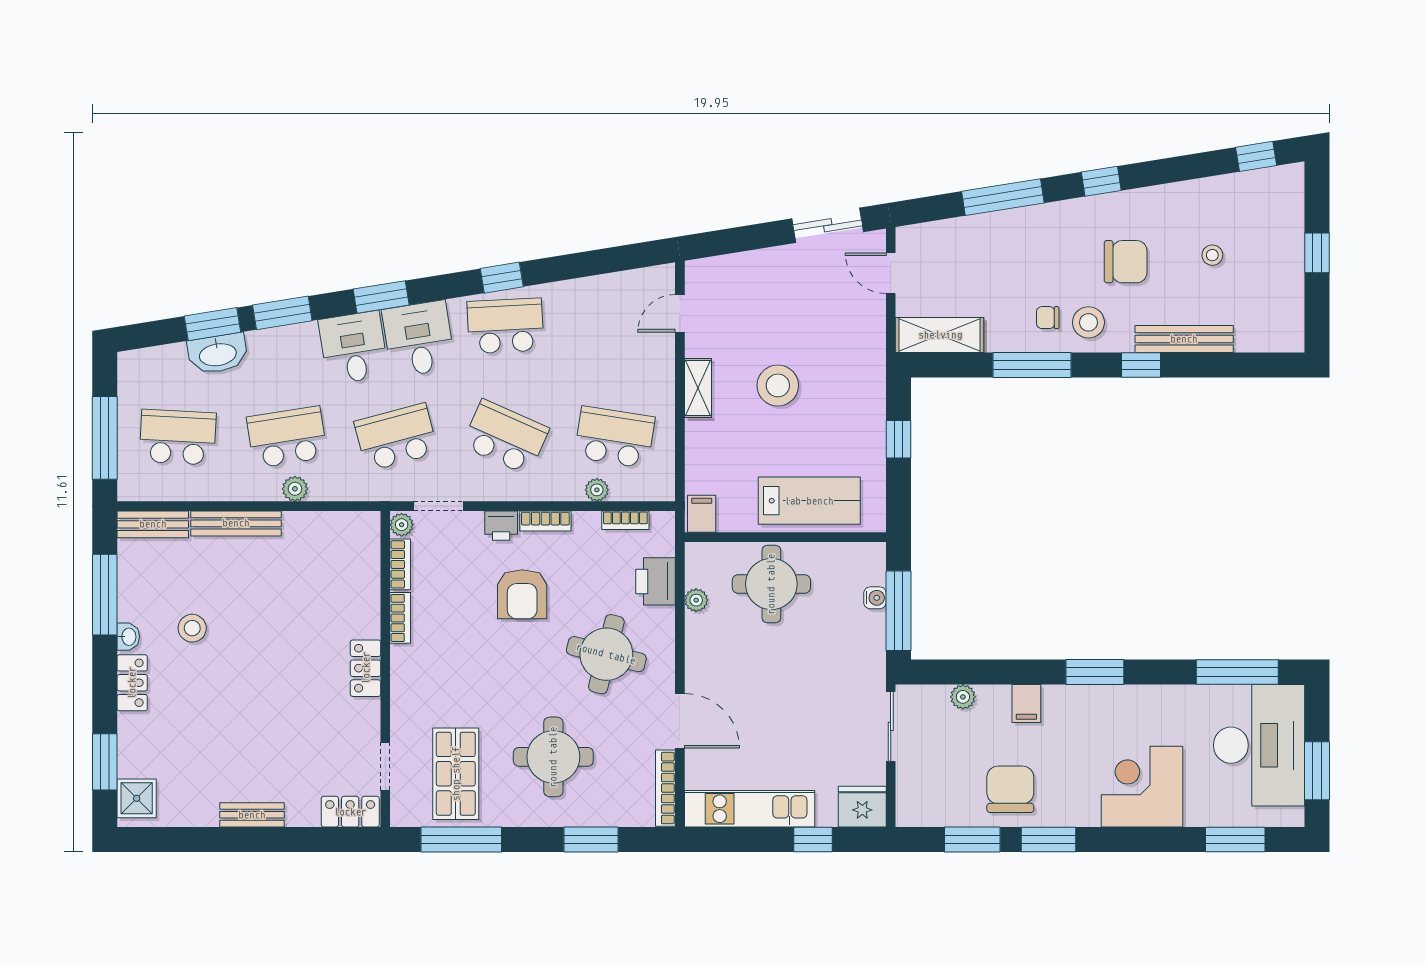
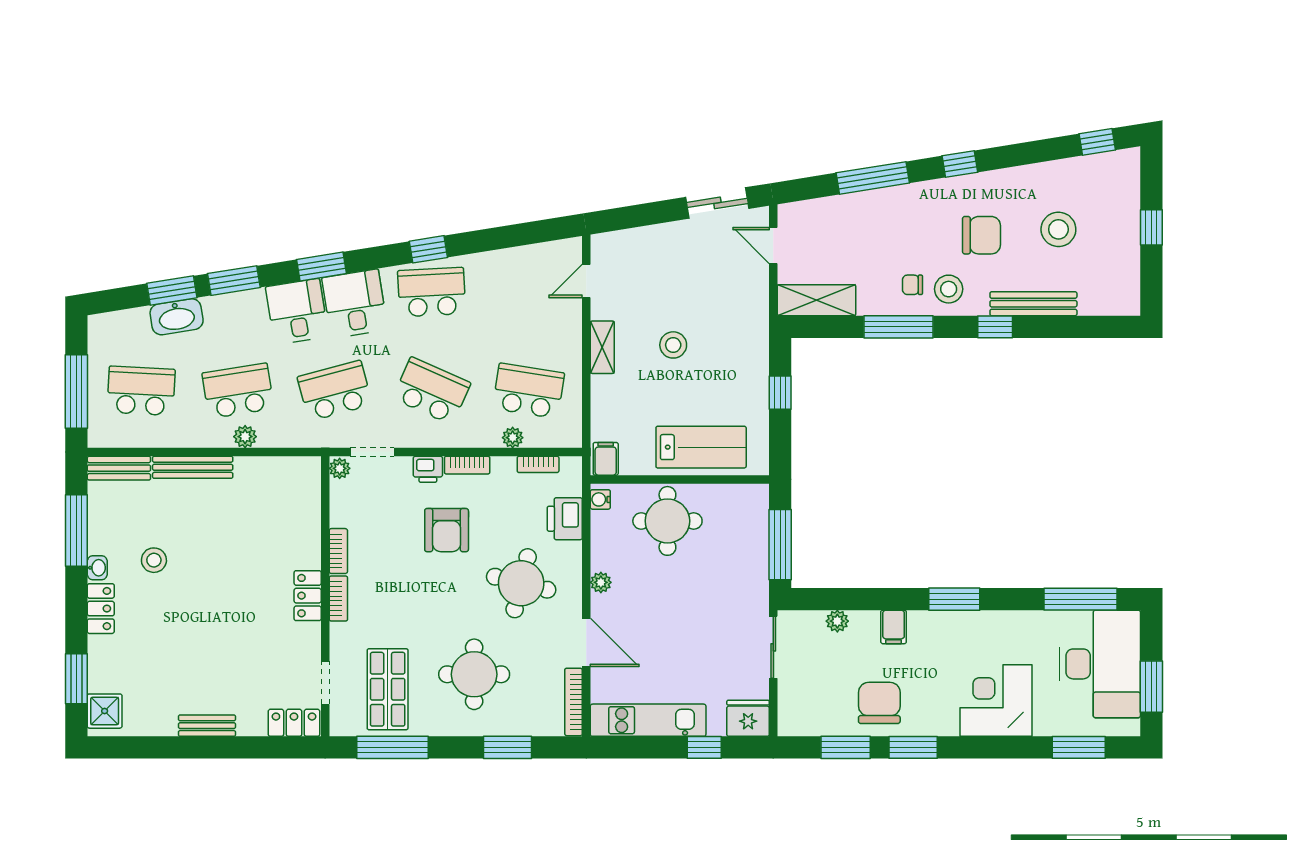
stool: (1212, 255) -> (1058, 229), width x1.89, depth x1.89
stool: (778, 385) -> (673, 345), width x0.73, depth x0.73
bookcase: (400, 564) -> (338, 599), moved
water cooler: (875, 598) -> (600, 499), moved, turned 180
plant: (696, 600) -> (601, 582), moved

